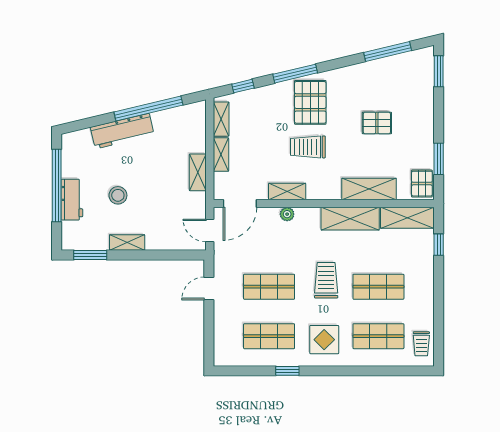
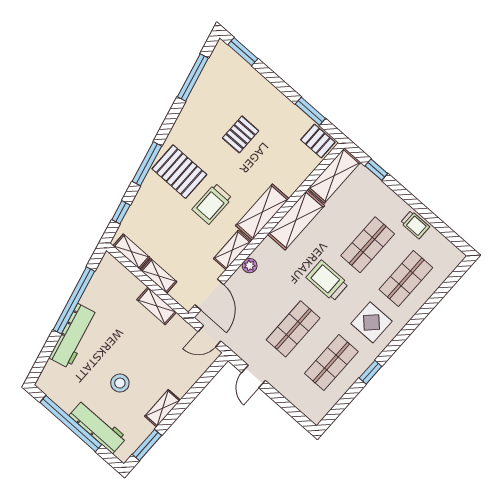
shelving: (369, 189) -> (262, 212), moved
workbench: (72, 200) -> (98, 427), width x1.38
trolley: (421, 344) -> (415, 225), moved

